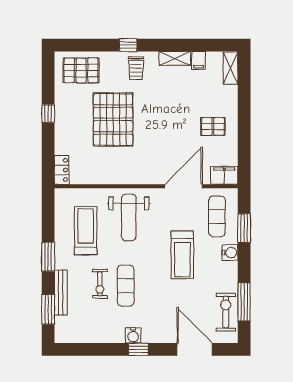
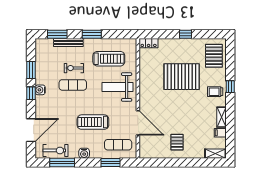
filing cabinet: (224, 175) -> (145, 150), removed
water cooler: (230, 253) -> (84, 153), moved
window: (103, 349) -> (31, 70), added

